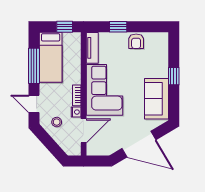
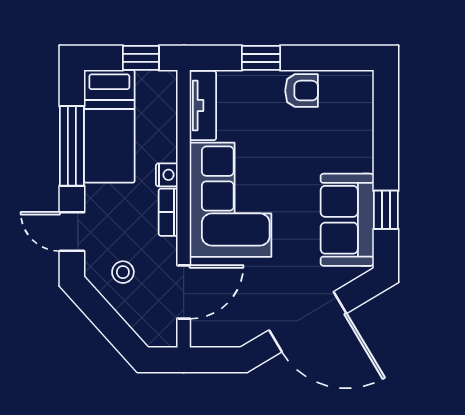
armchair: (136, 41) -> (301, 91), turned -90
window: (174, 76) -> (386, 210), moved
nightstand: (76, 112) -> (167, 175), moved

